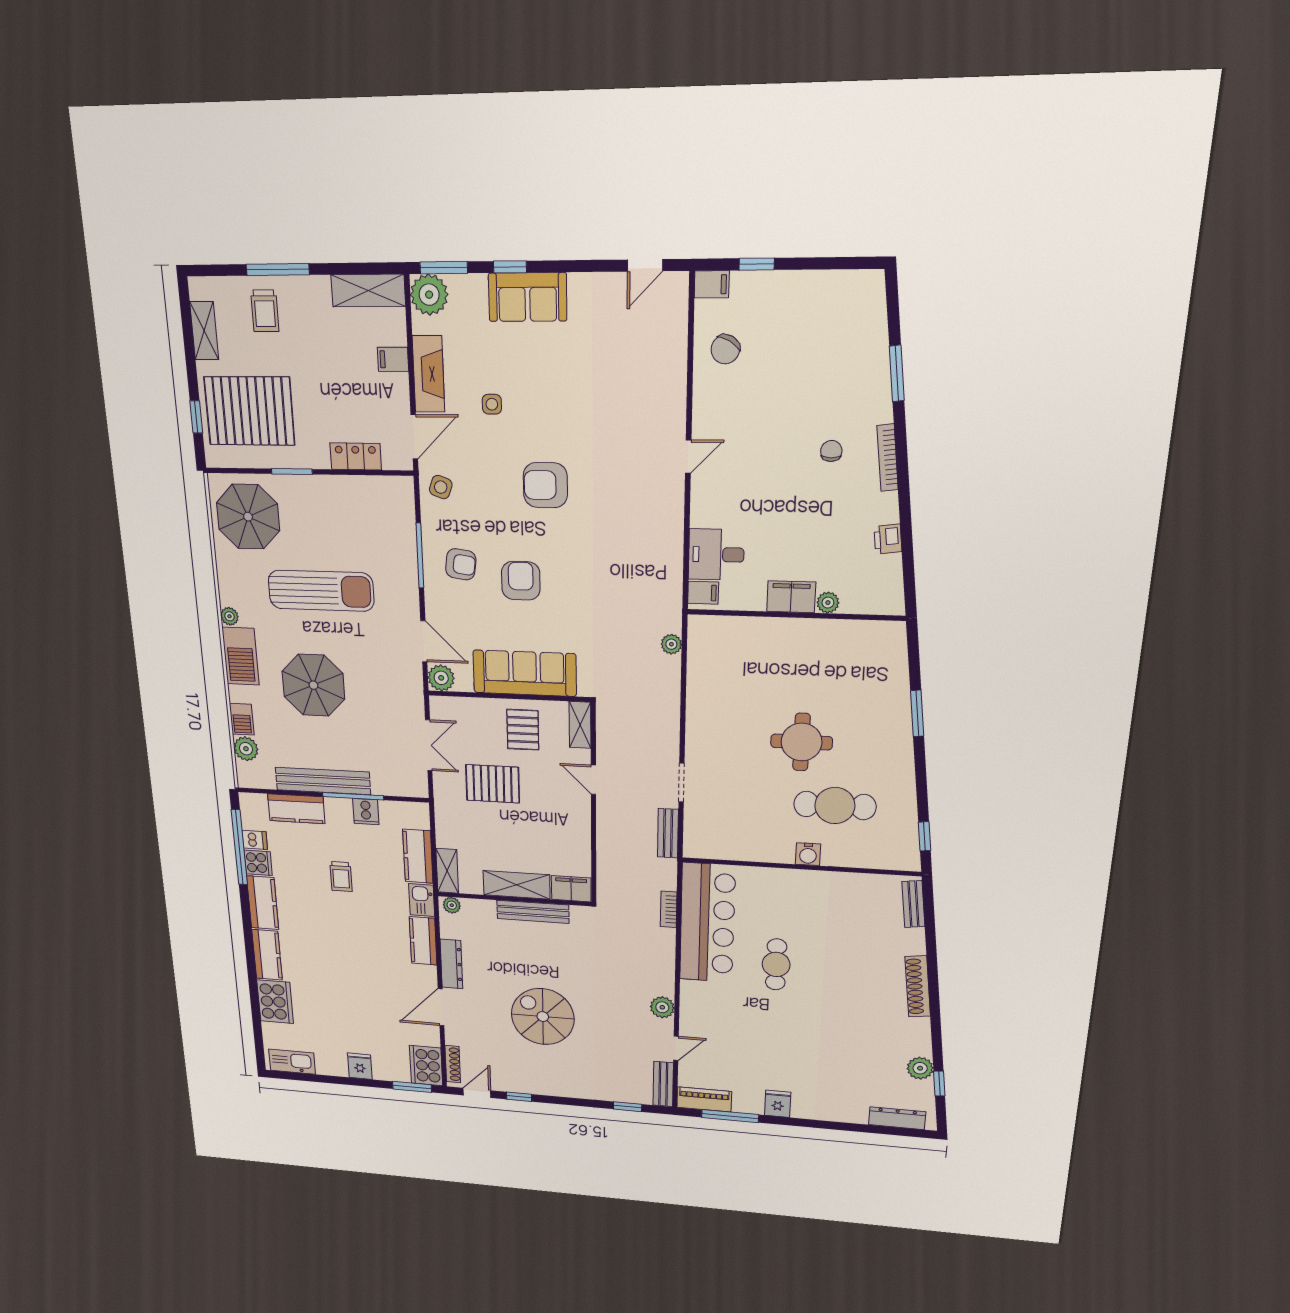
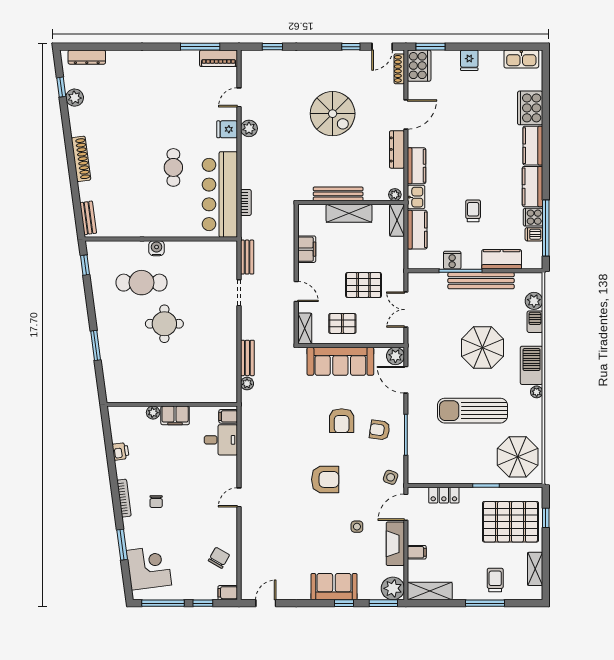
window: (829, 263) -> (163, 603), added
corner desk: (851, 330) -> (149, 568), added
pallet: (523, 730) -> (342, 323), turned 90
filing cabinet: (571, 889) -> (307, 249), moved, turned -90
bench: (663, 1084) -> (247, 358), moved
fridge: (778, 1104) -> (227, 129), moved, turned 90

